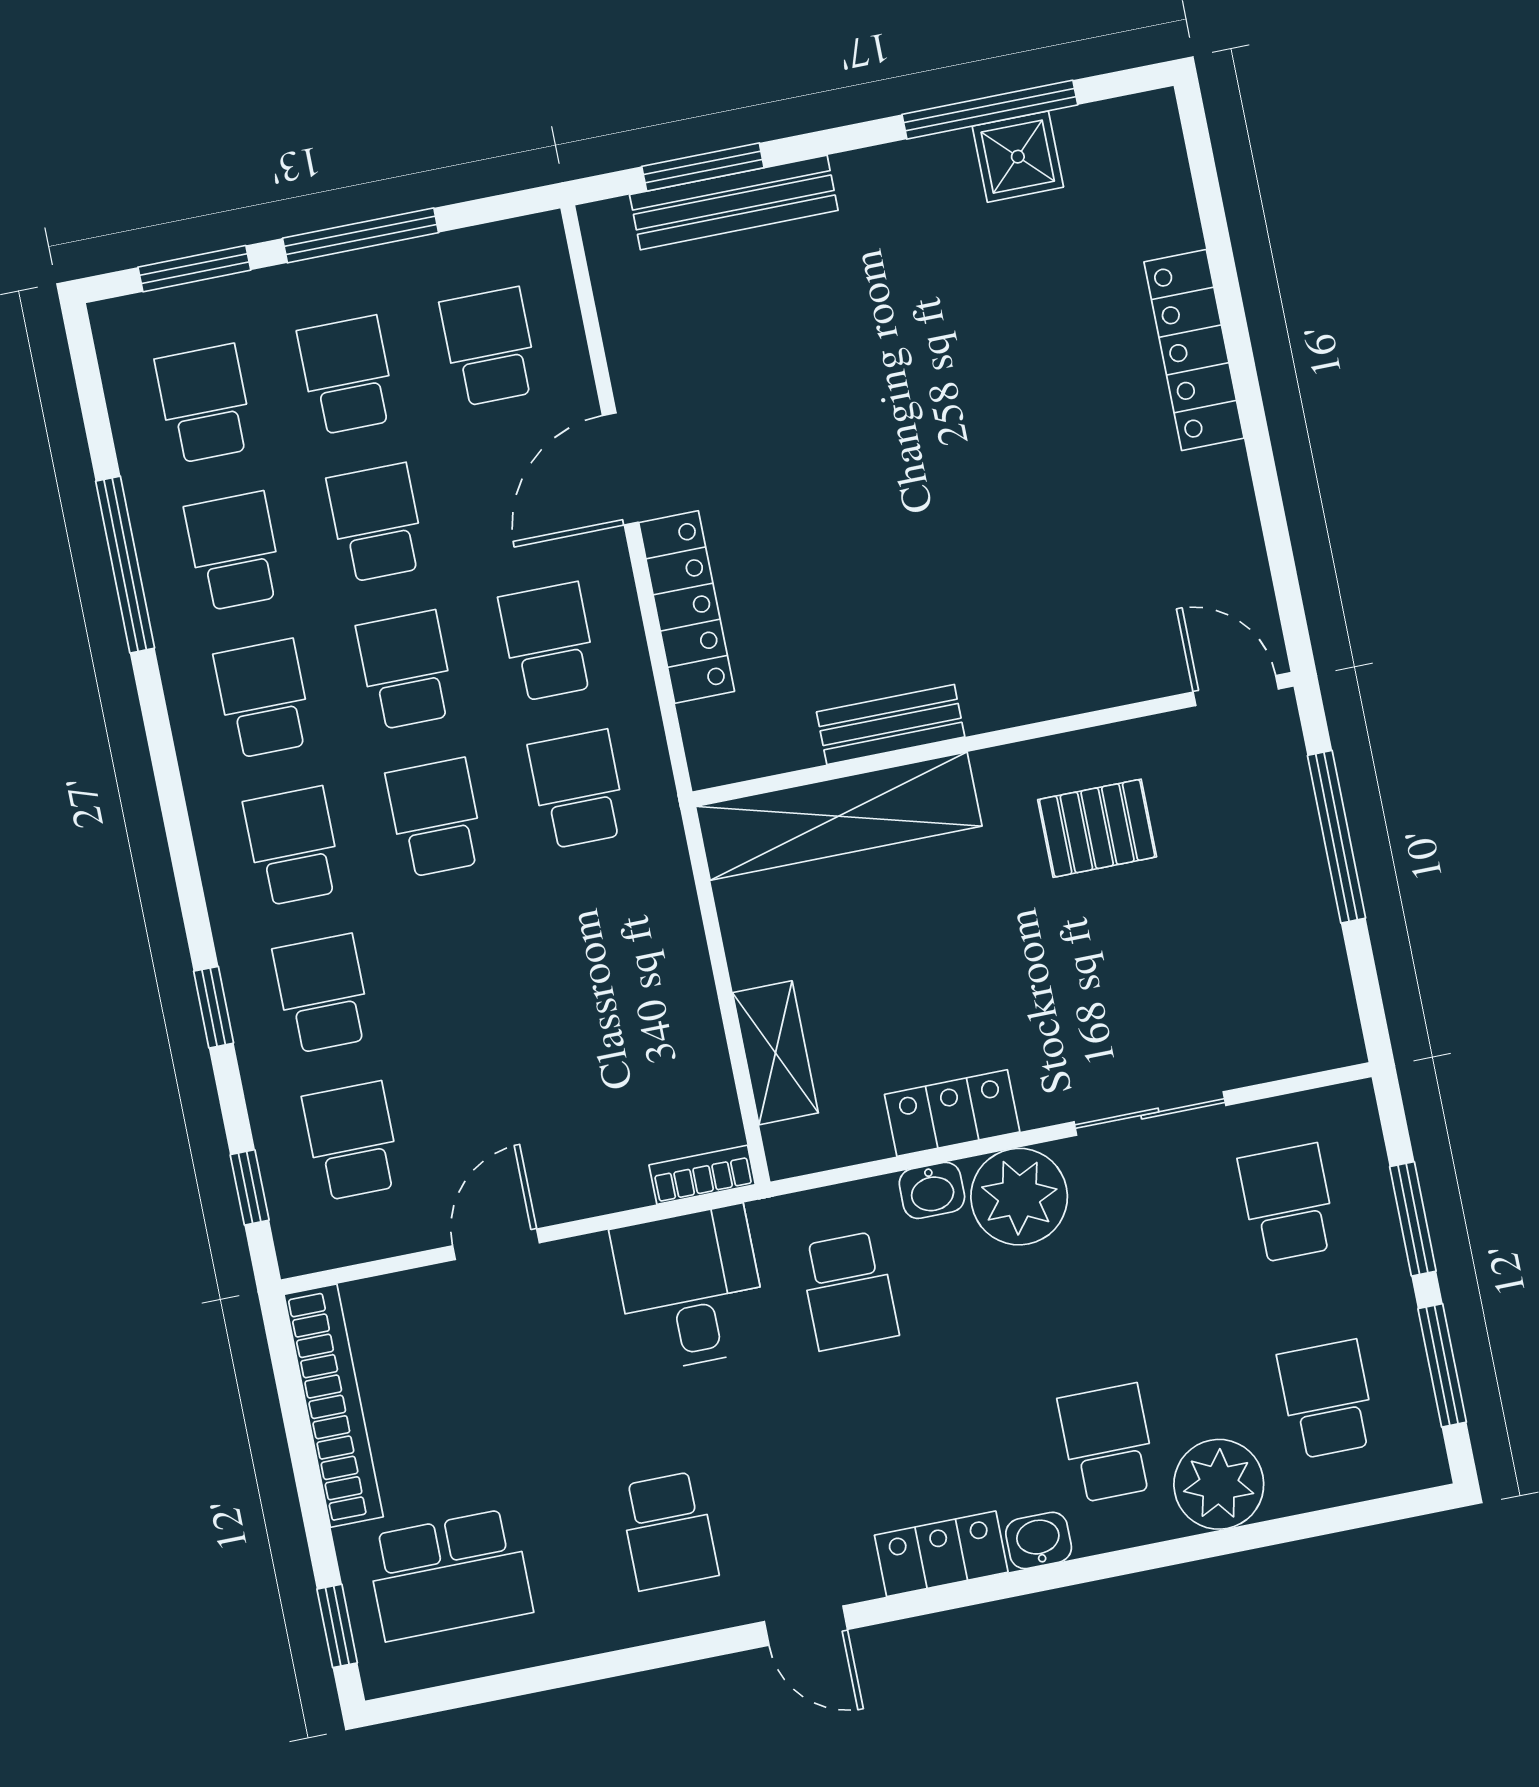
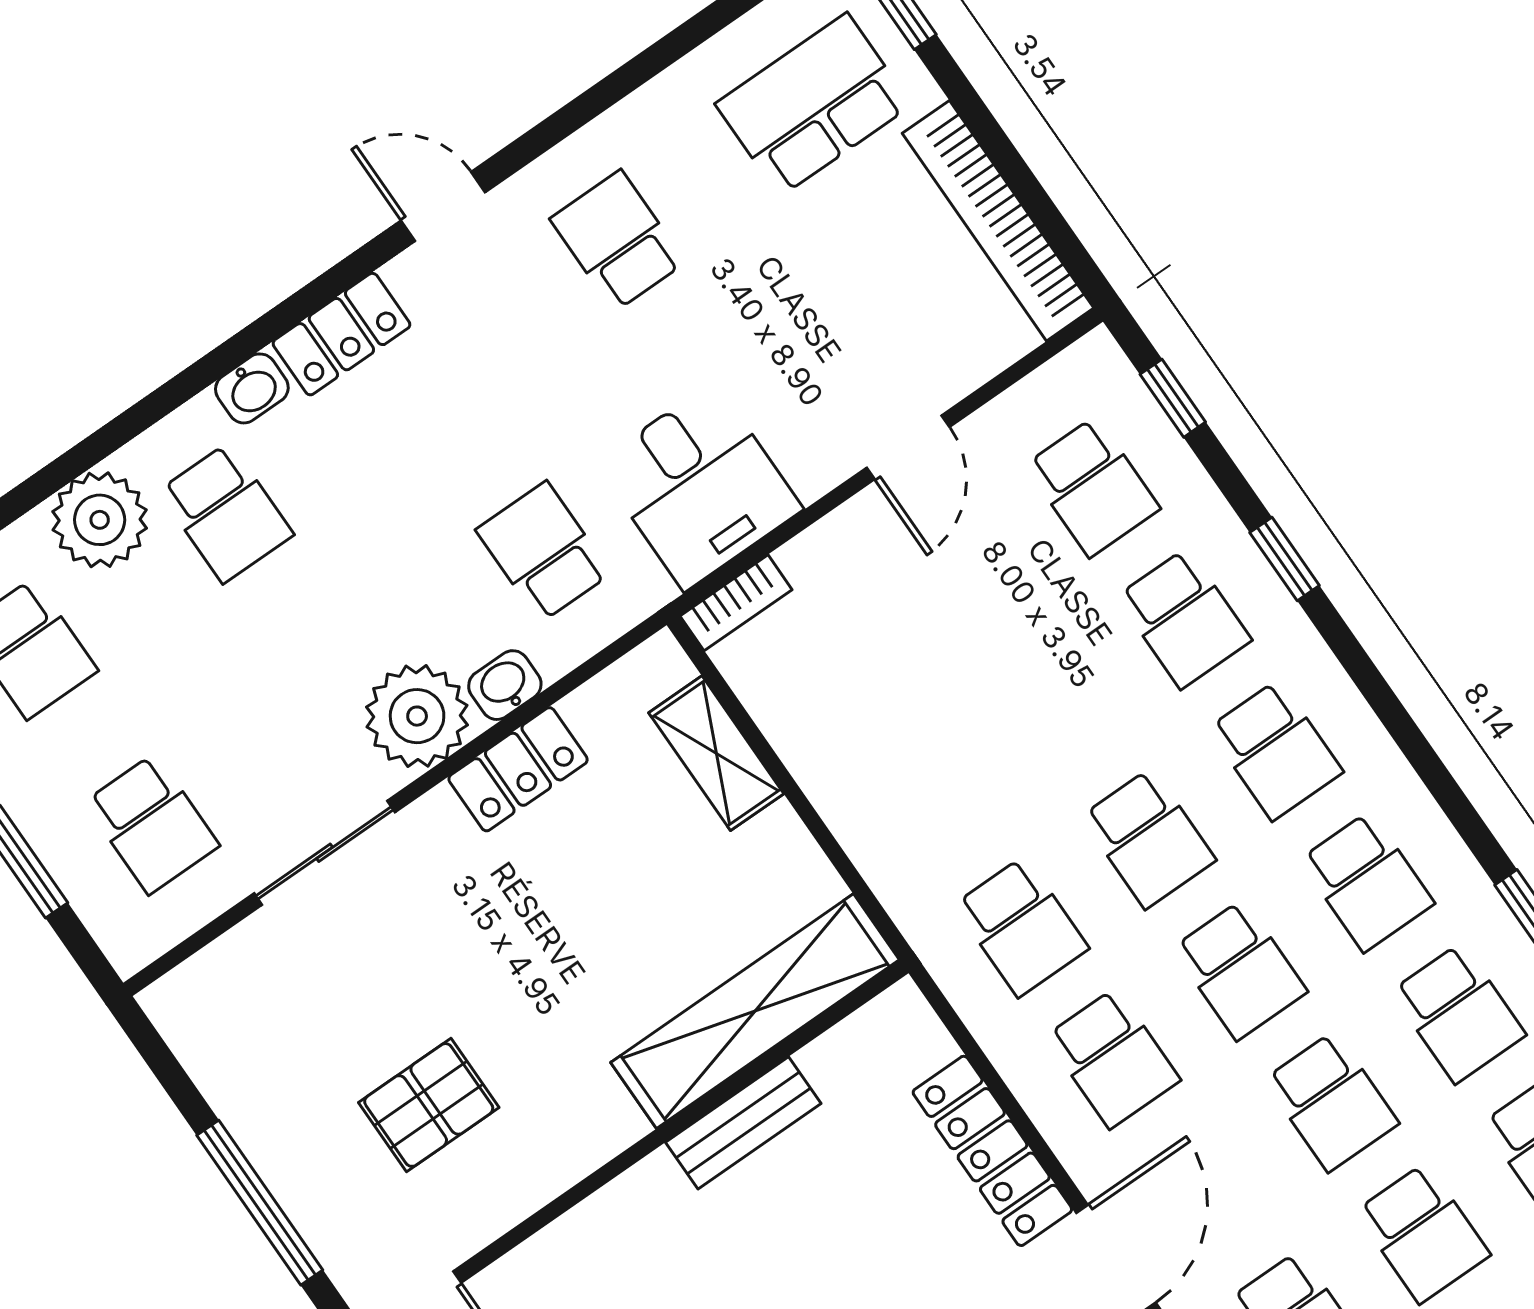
pallet: (1097, 828) -> (429, 1105), moved

